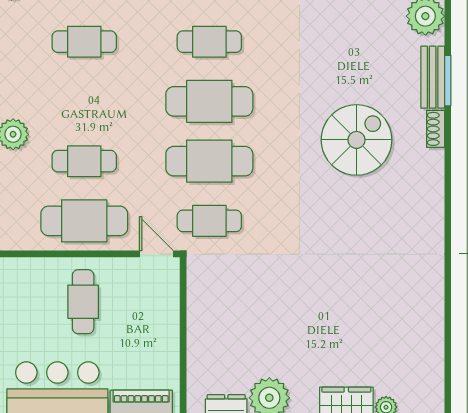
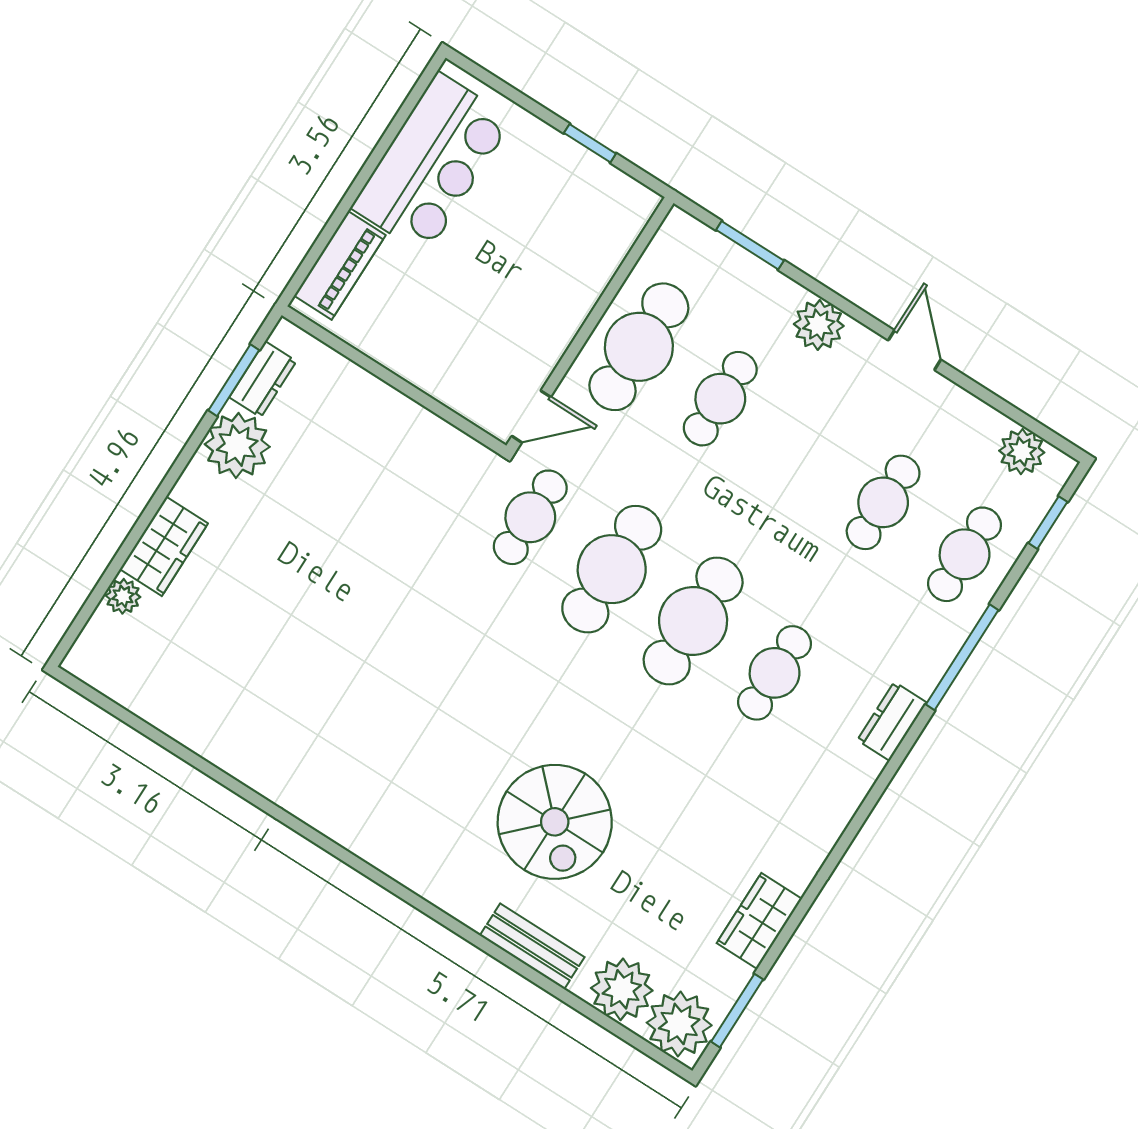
window: (448, 81) -> (515, 964), removed
shoe rack: (436, 129) -> (459, 905), removed
spiral stairs: (357, 140) -> (555, 822), moved
cafe table: (83, 302) -> (530, 275), removed

